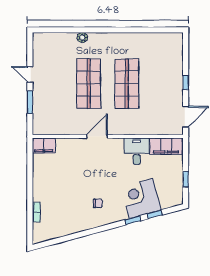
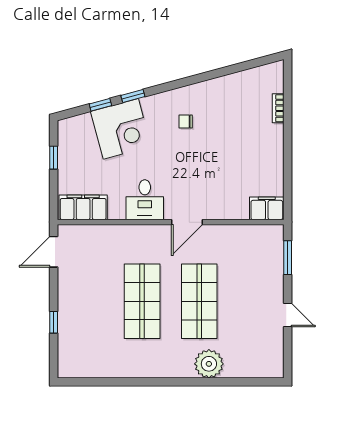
plant: (82, 38) -> (209, 364), width x1.87, depth x1.87
window: (186, 82) -> (54, 322), moved
window: (30, 102) -> (288, 258), moved
desk: (137, 151) -> (145, 200), moved

